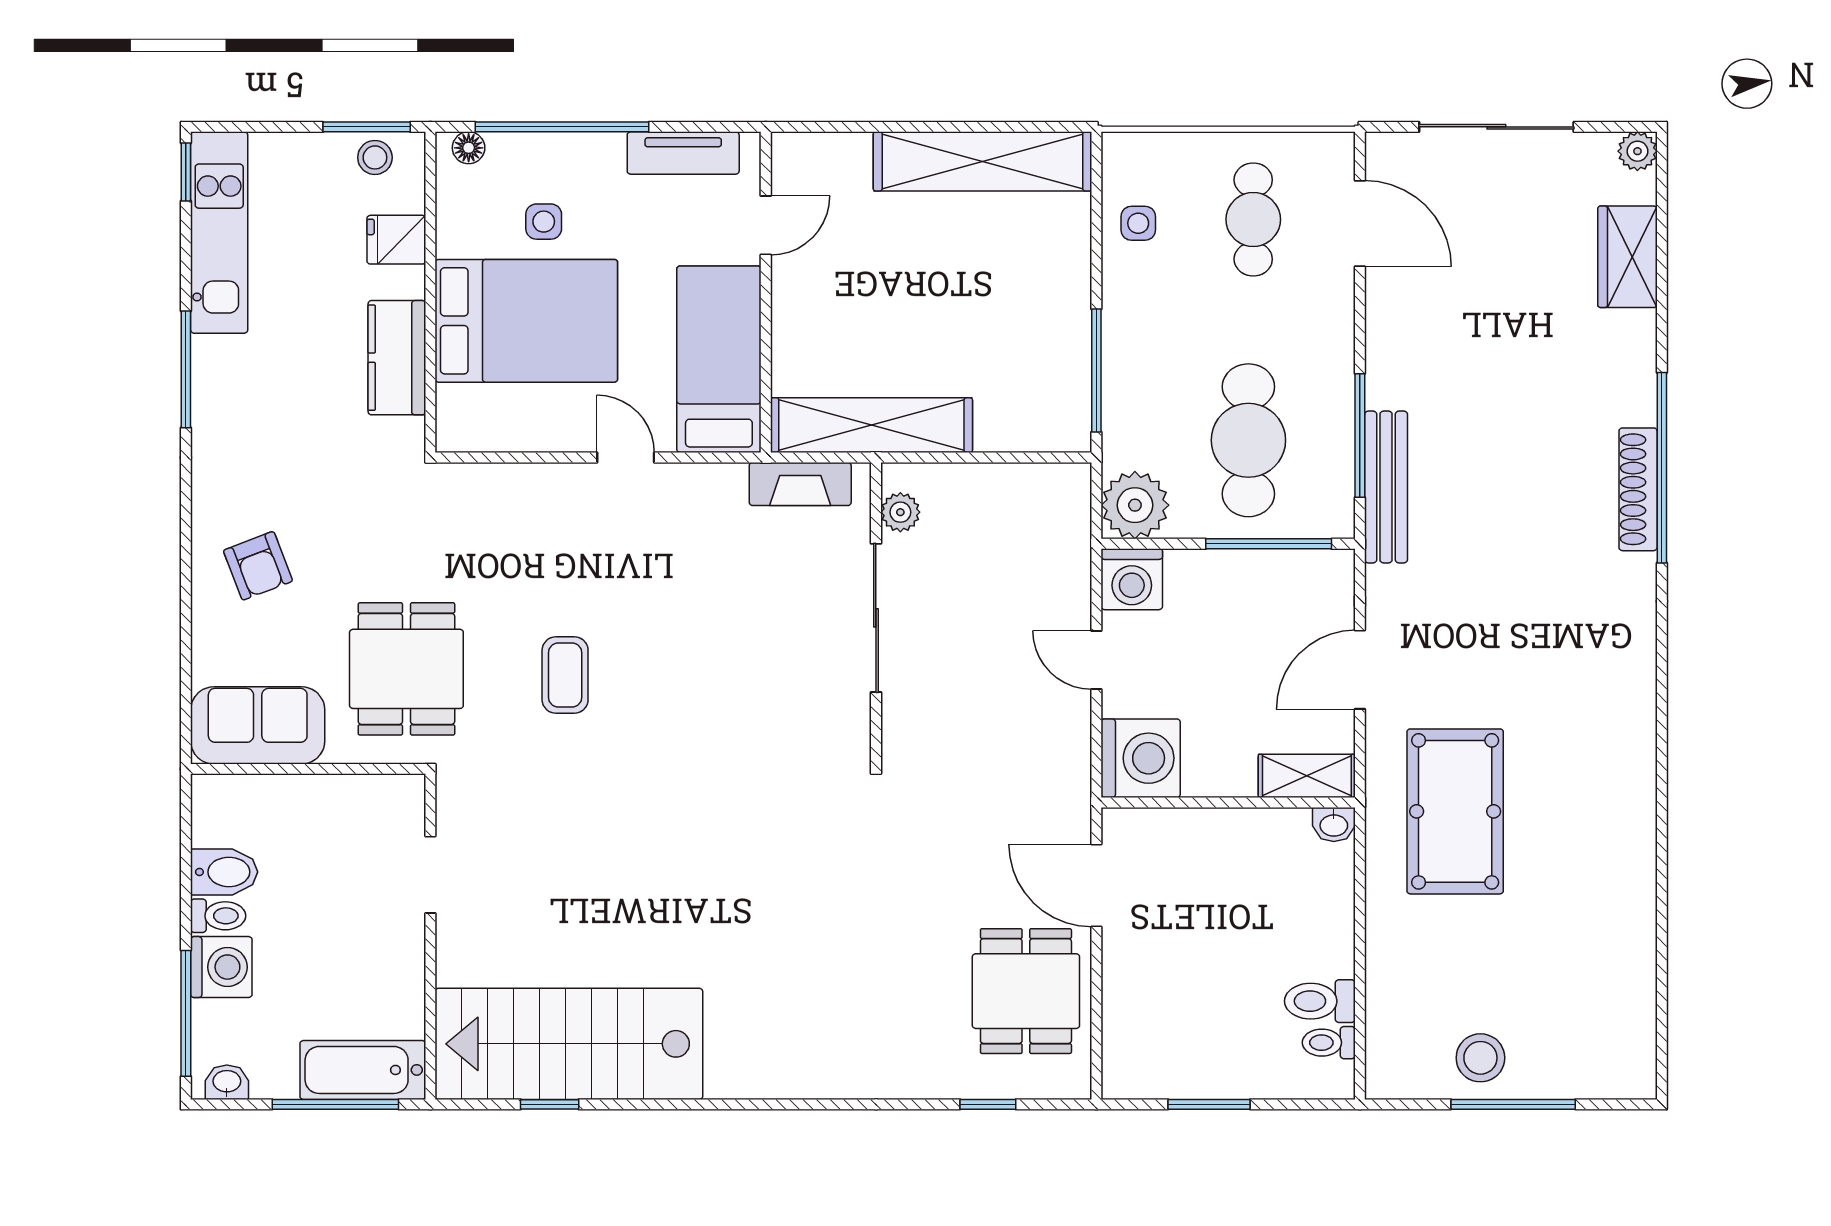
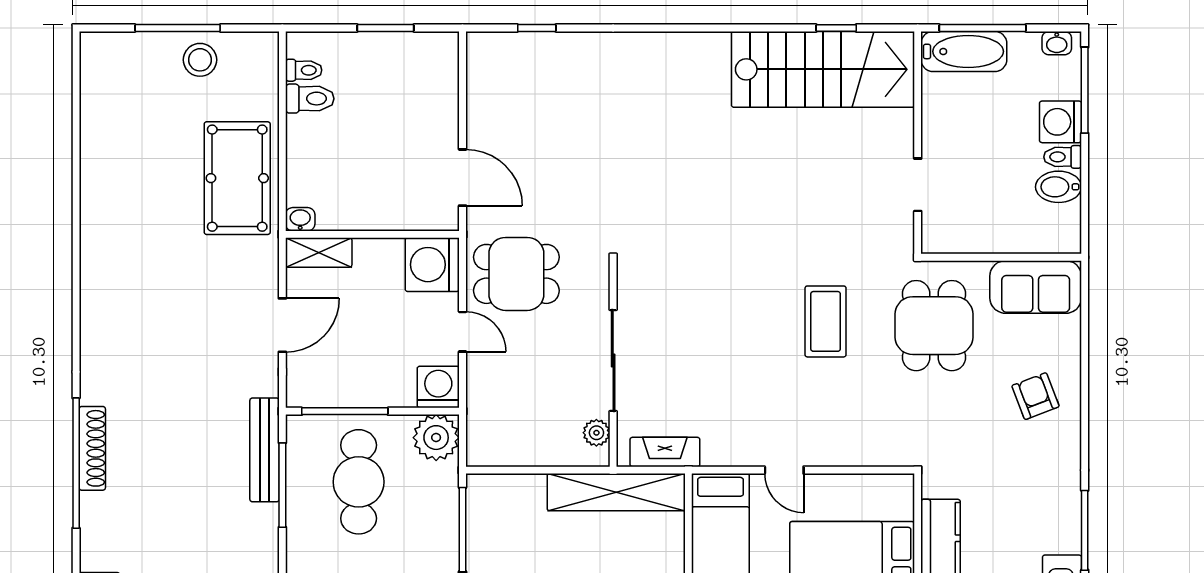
coffee table: (565, 675) -> (826, 321), width x1.36, depth x1.30
pool table: (1455, 811) -> (237, 178), moved
dining table: (1026, 991) -> (516, 274), moved, turned 90

